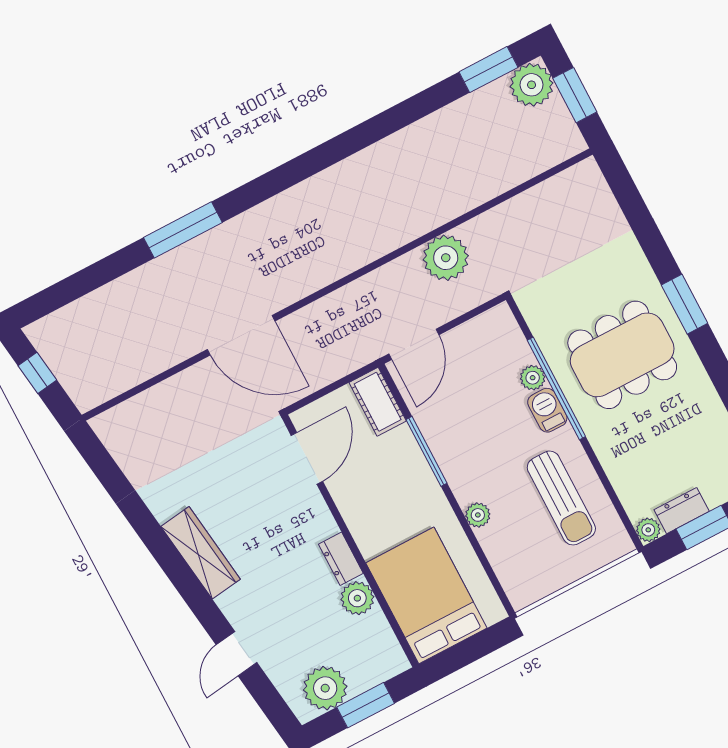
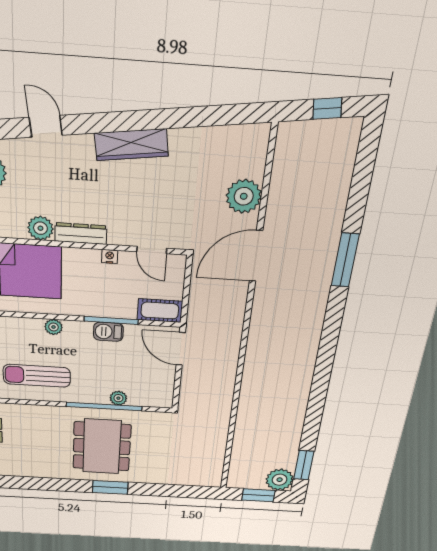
plant: (446, 258) -> (244, 196), moved
barbecue: (547, 410) -> (108, 332), moved, turned 180
door: (307, 458) -> (152, 250), width x0.73
nightstand: (344, 501) -> (110, 256), added
dresser: (341, 559) -> (81, 233), width x1.44

